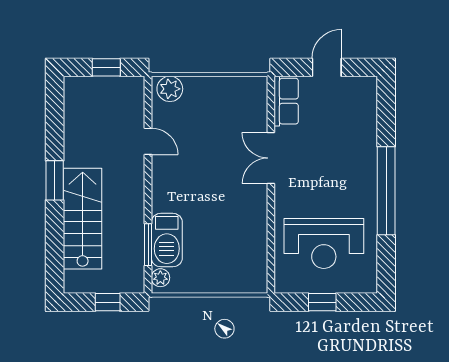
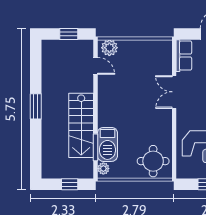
door: (148, 141) -> (95, 66), moved
stairs: (83, 219) -> (81, 125), moved, turned 180
round table: (238, 266) -> (153, 161), added

